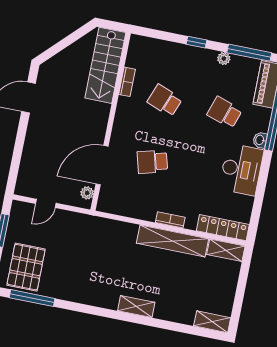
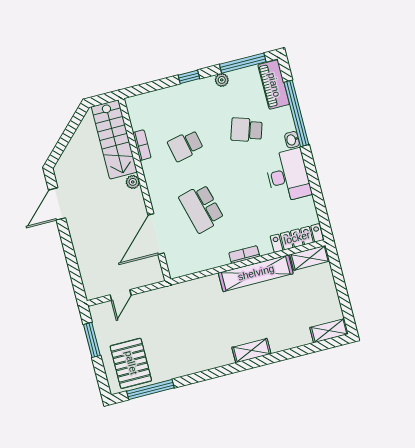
school desk: (165, 100) -> (185, 146), turned -33
school desk: (152, 162) -> (201, 208), width x1.85
plant: (87, 193) -> (133, 182), moved

